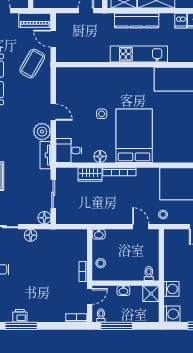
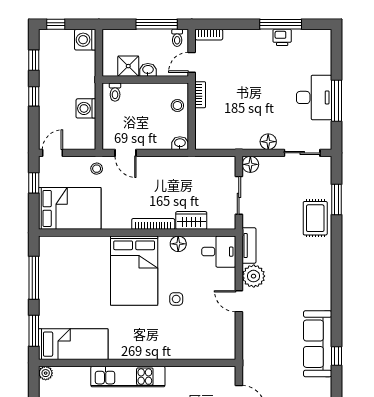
coffee table: (32, 64) -> (266, 364), removed
washing machine: (171, 289) -> (86, 108), moved
shower: (151, 294) -> (128, 66), moved

